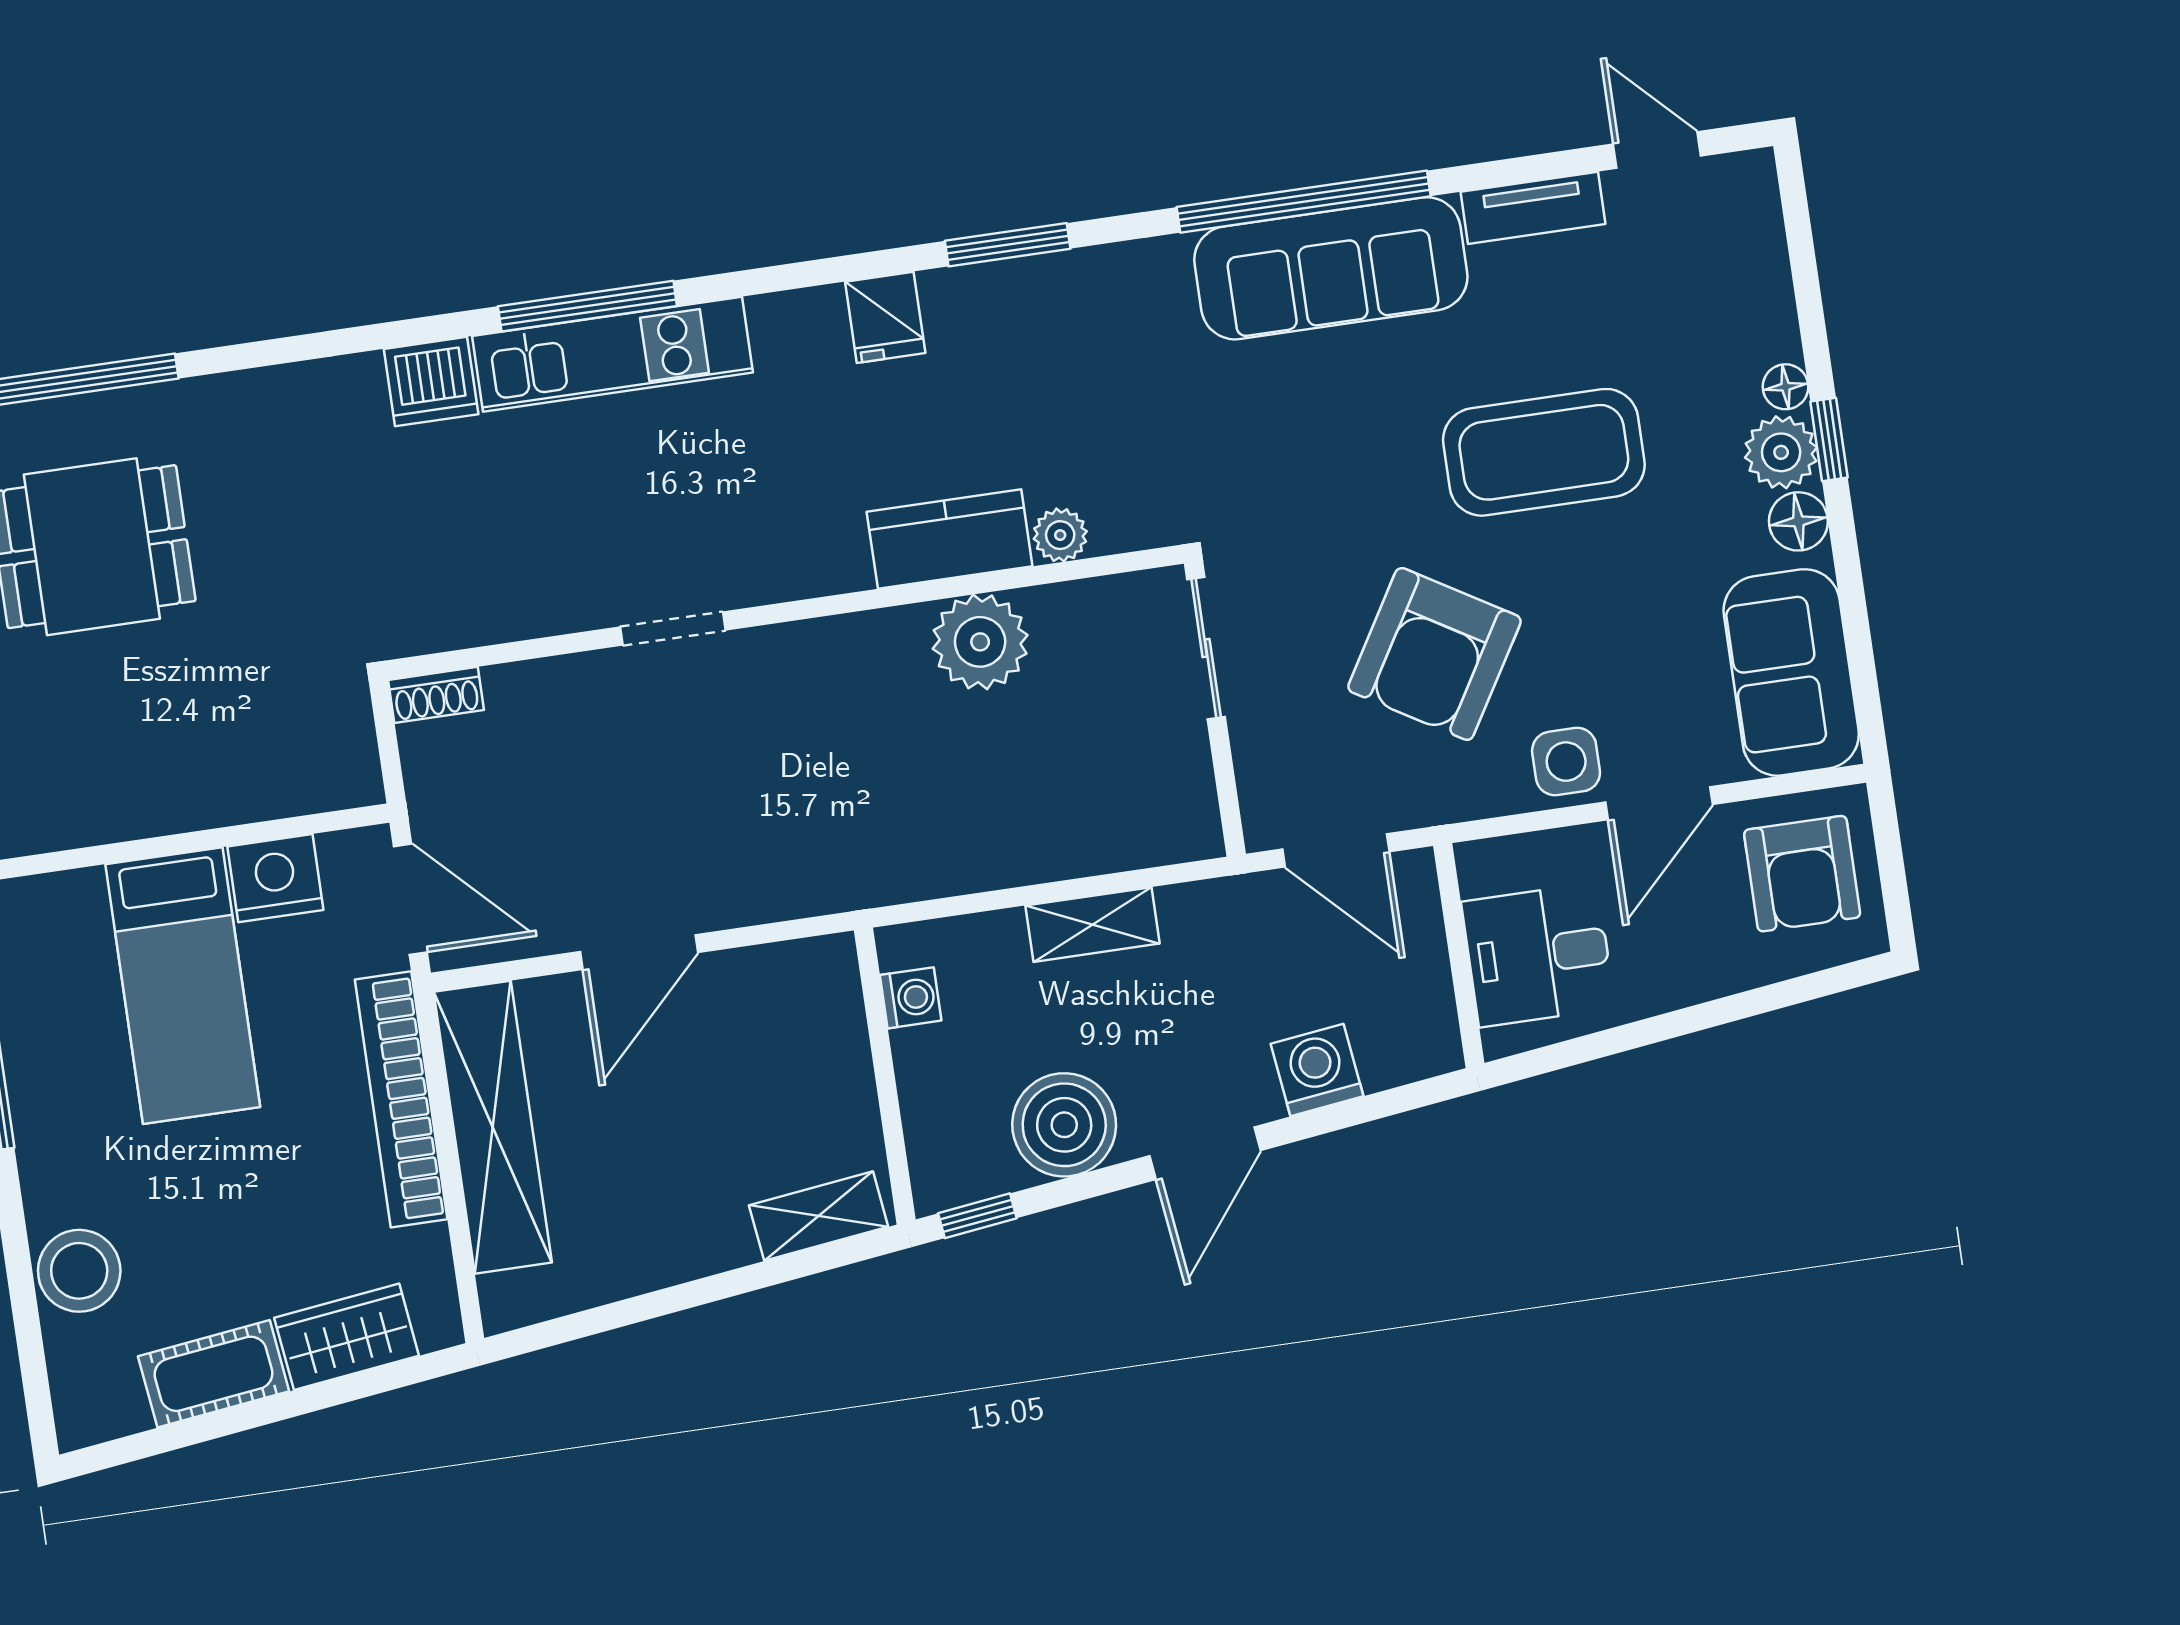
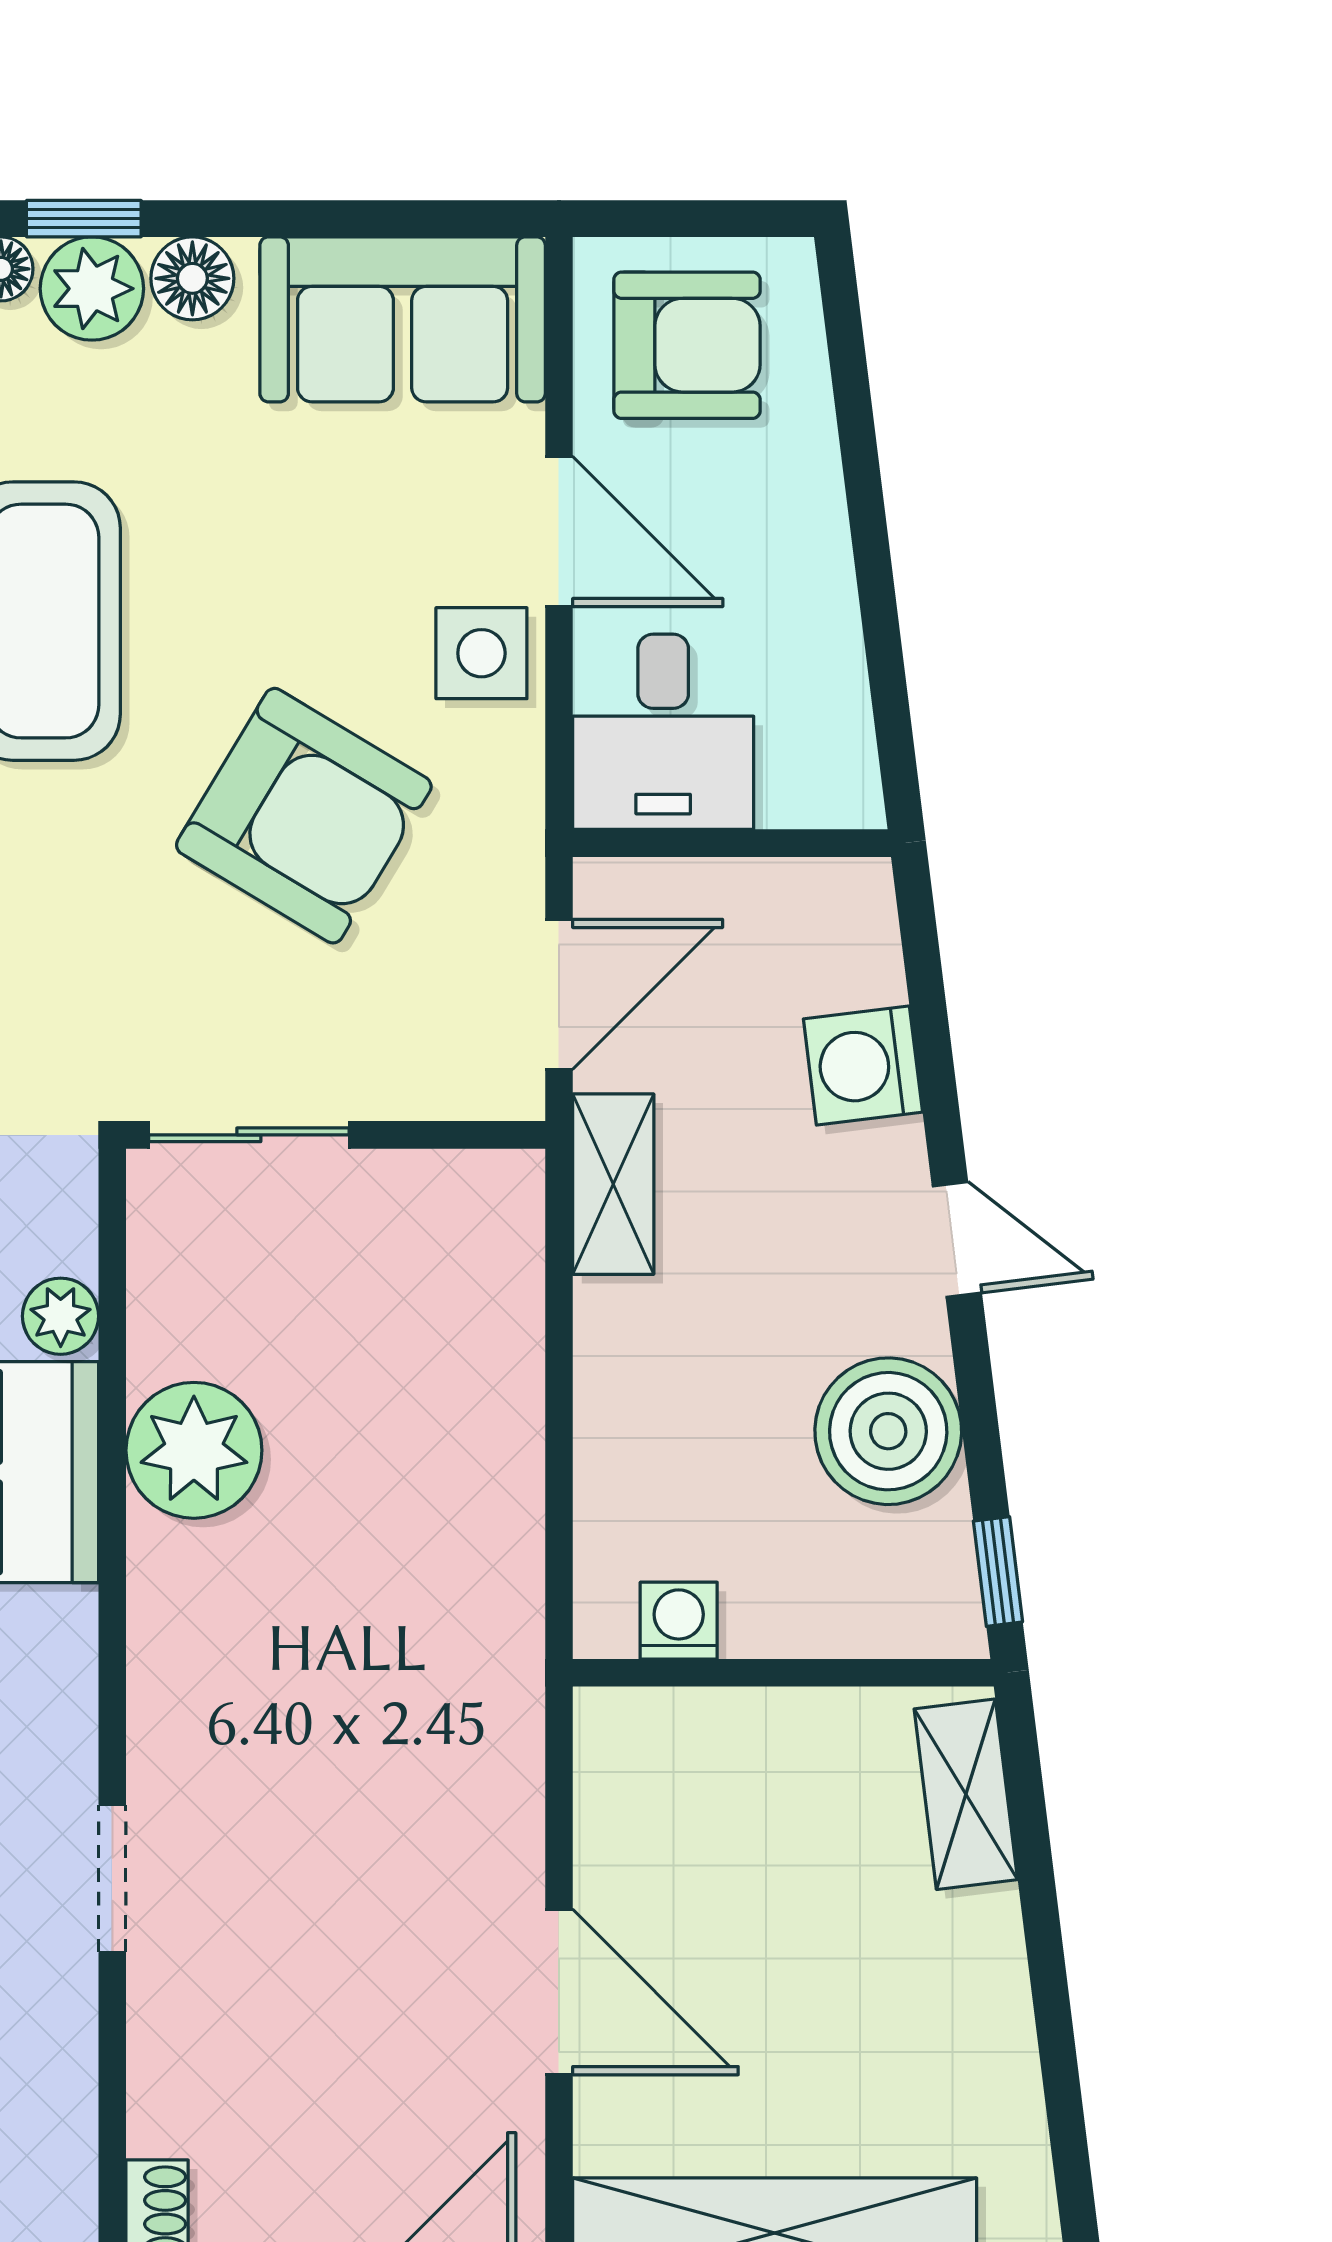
shelving: (1093, 925) -> (613, 1184), moved
desk: (1538, 955) -> (663, 732), moved
door: (1205, 1153) -> (957, 1240), width x0.73

